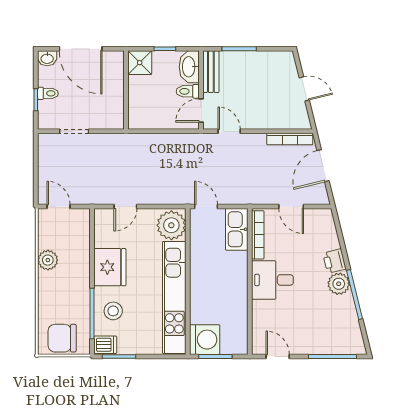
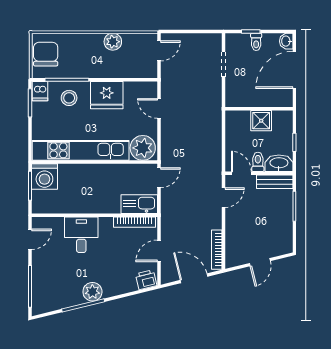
shower: (140, 63) -> (261, 121), moved
printer: (334, 261) -> (146, 280), moved
desk: (272, 280) -> (81, 235), moved

